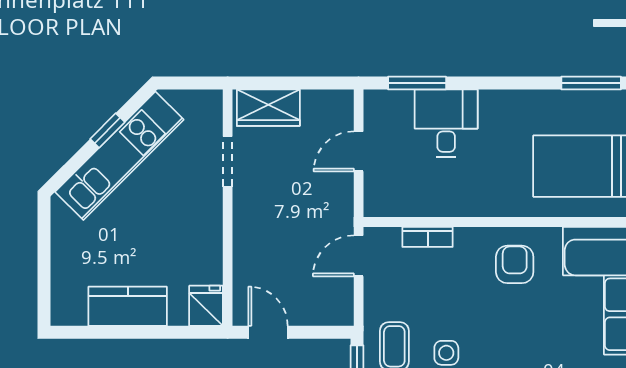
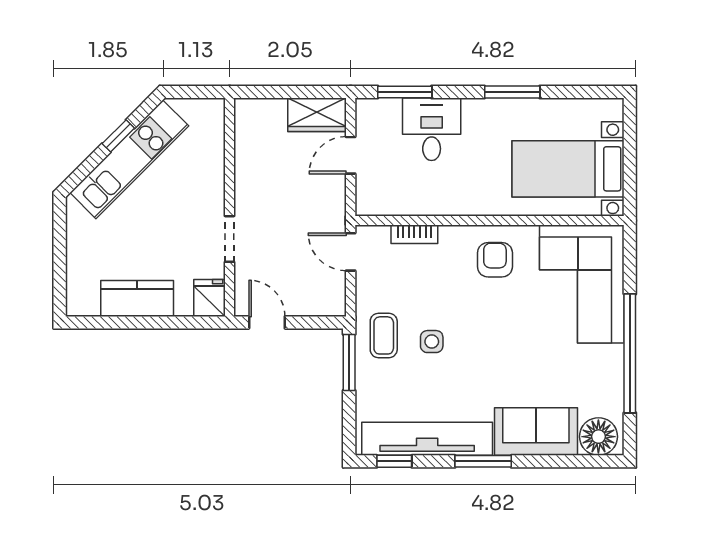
window: (591, 83) -> (512, 92), moved
wardrobe: (268, 108) -> (317, 115), moved
doorway: (228, 161) -> (229, 239), moved
door: (359, 256) -> (351, 252), hinge flipped

